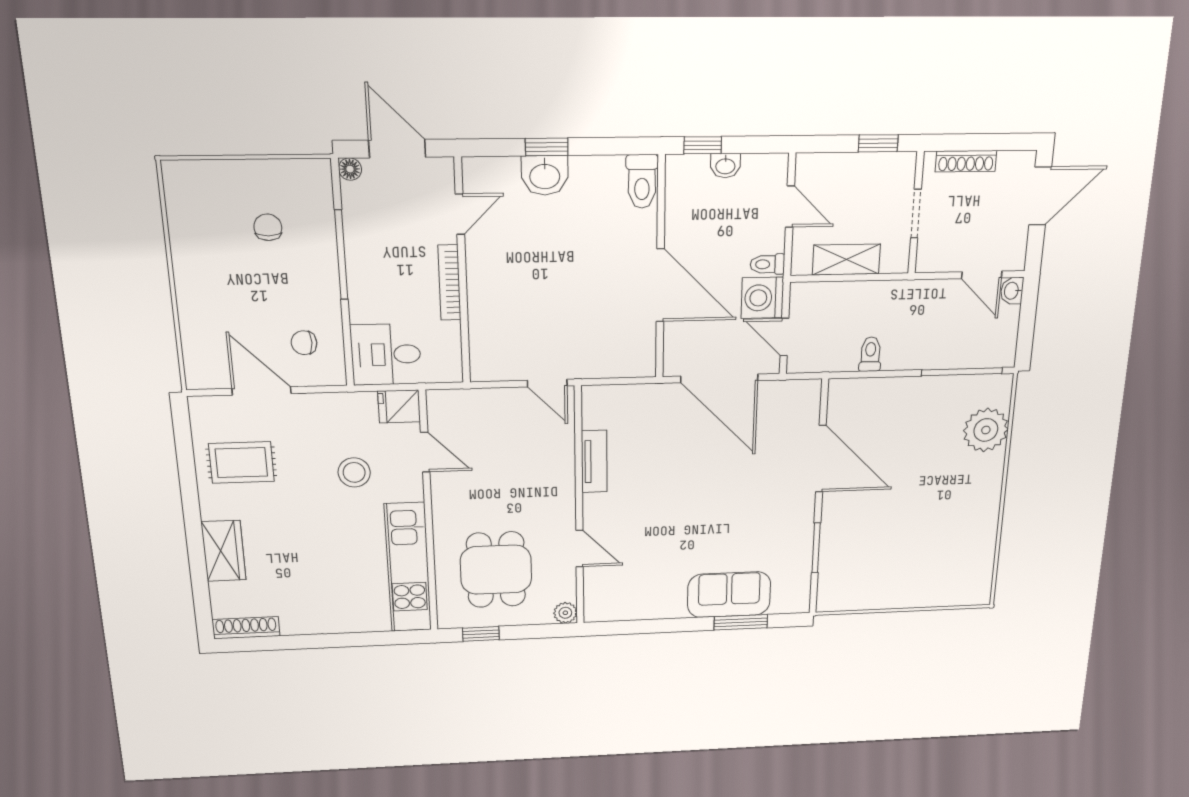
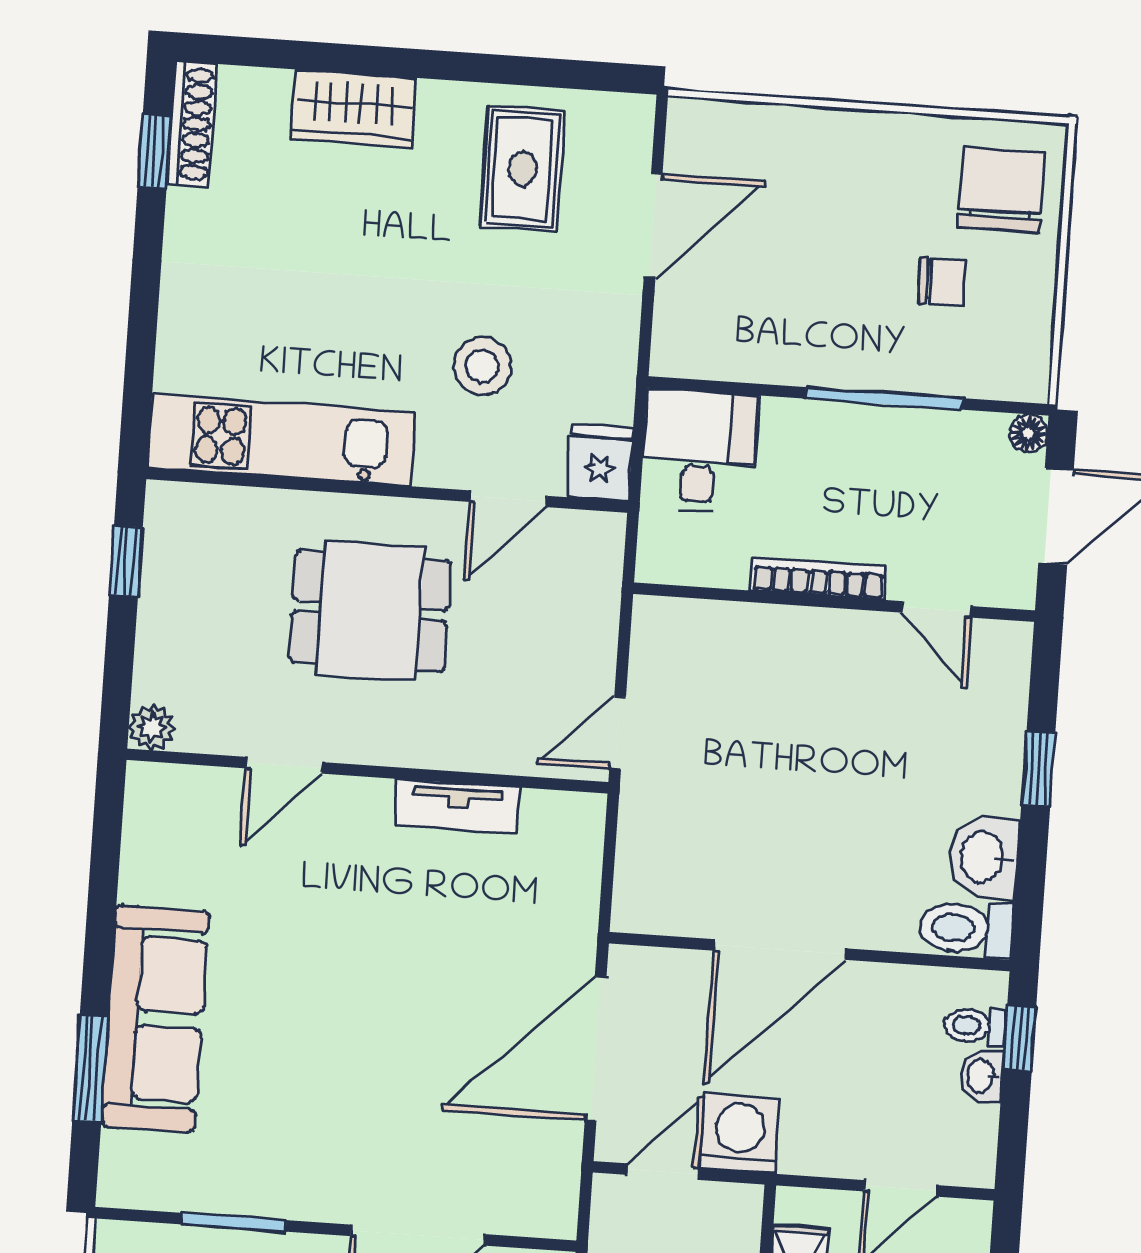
washbasin: (545, 175) -> (984, 857), moved
toilet: (767, 264) -> (975, 1026), moved, turned -90
chair: (304, 343) -> (1001, 190), moved, width x1.87, depth x1.87
dining table: (496, 570) -> (370, 611), moved
sofa: (729, 595) -> (155, 1019), width x1.36
window: (264, 644) -> (155, 152), added

